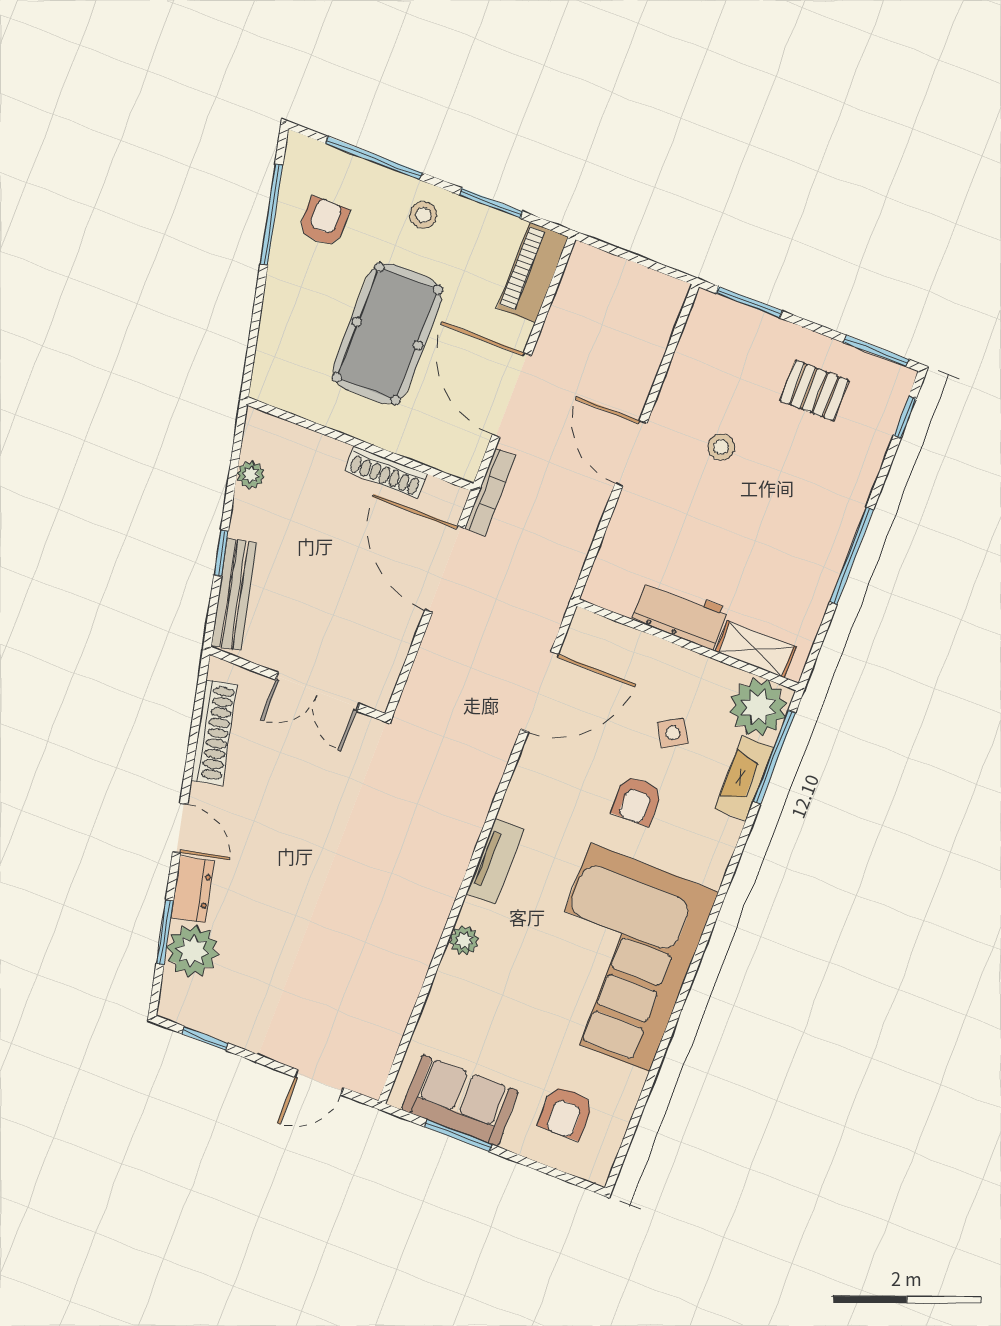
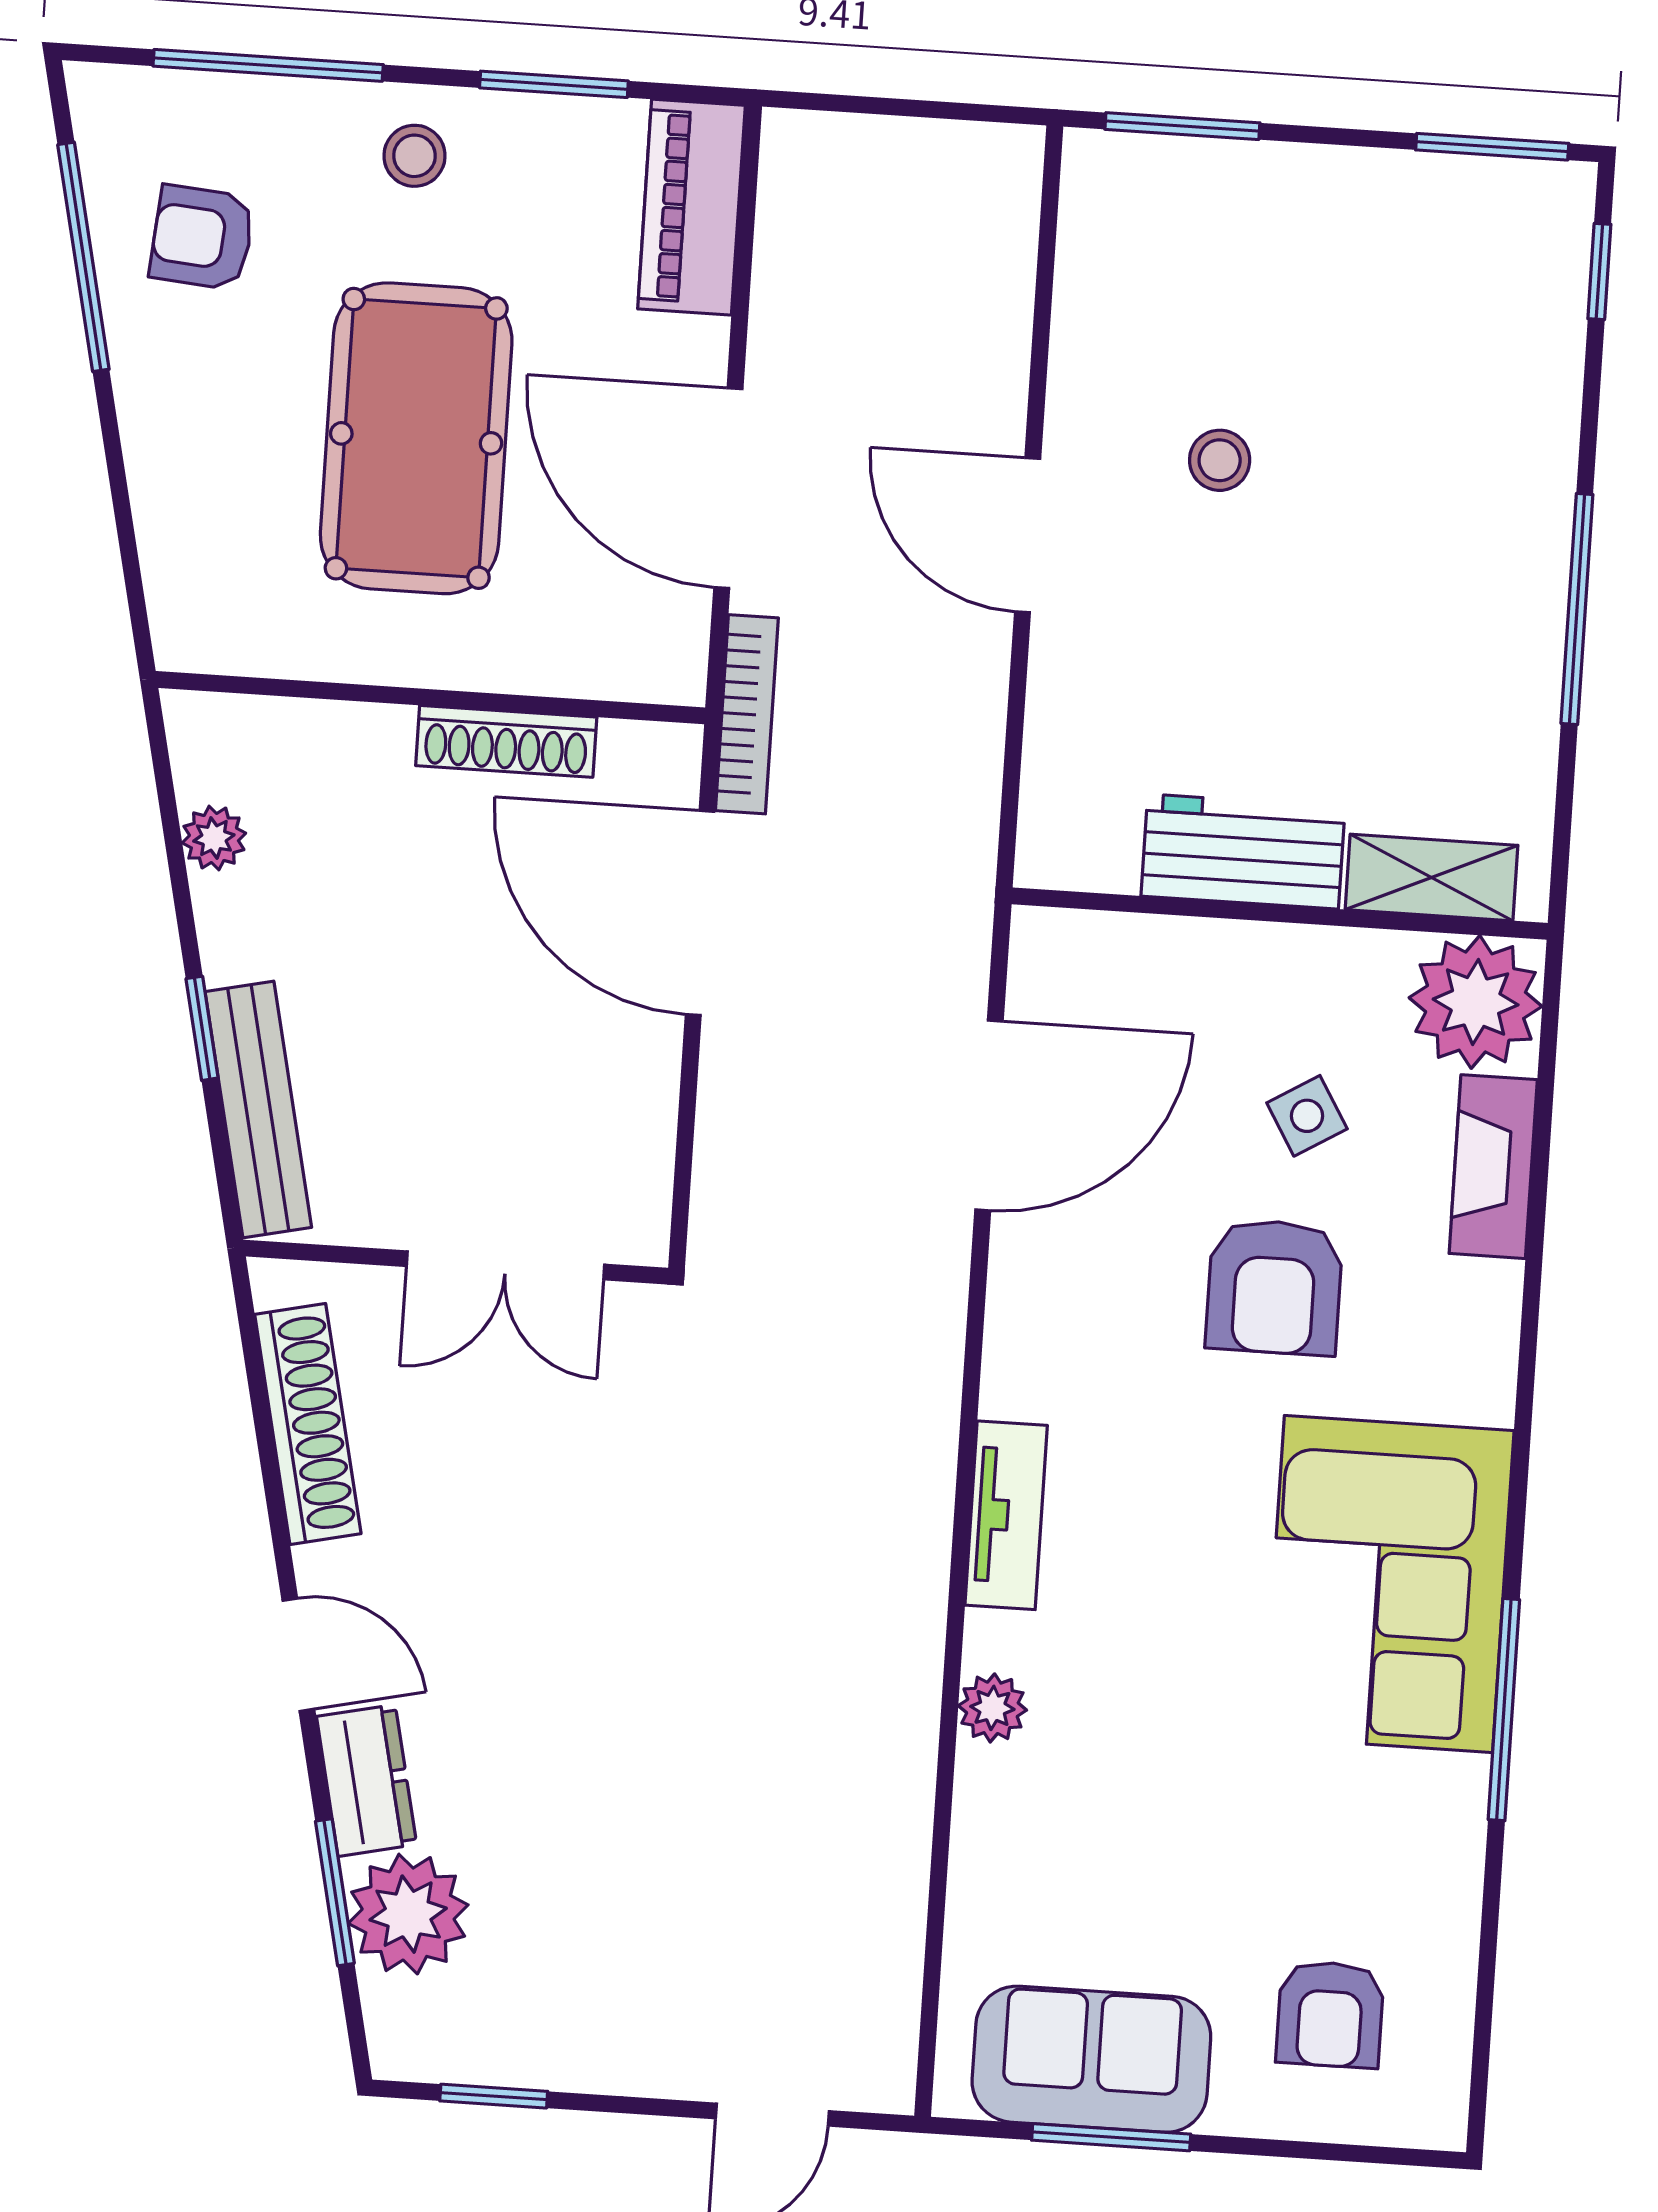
armchair: (324, 222) -> (202, 237), turned -85
pallet: (814, 391) -> (1384, 275), removed
window: (774, 757) -> (1504, 1710), moved
armchair: (637, 801) -> (1274, 1287), width x1.38, depth x1.38
corner sofa: (620, 957) -> (1388, 1584), width x0.73, depth x0.74

